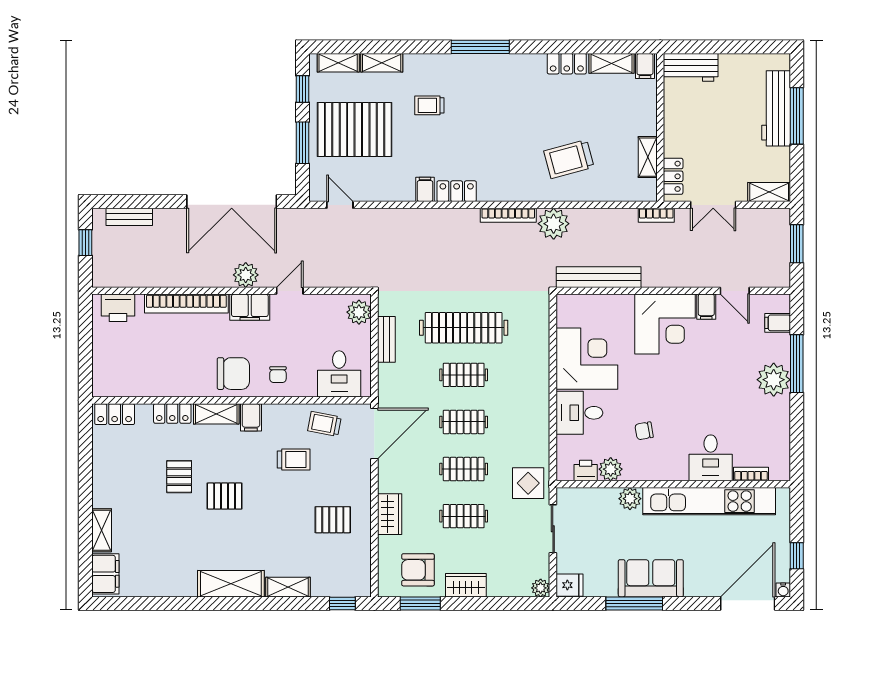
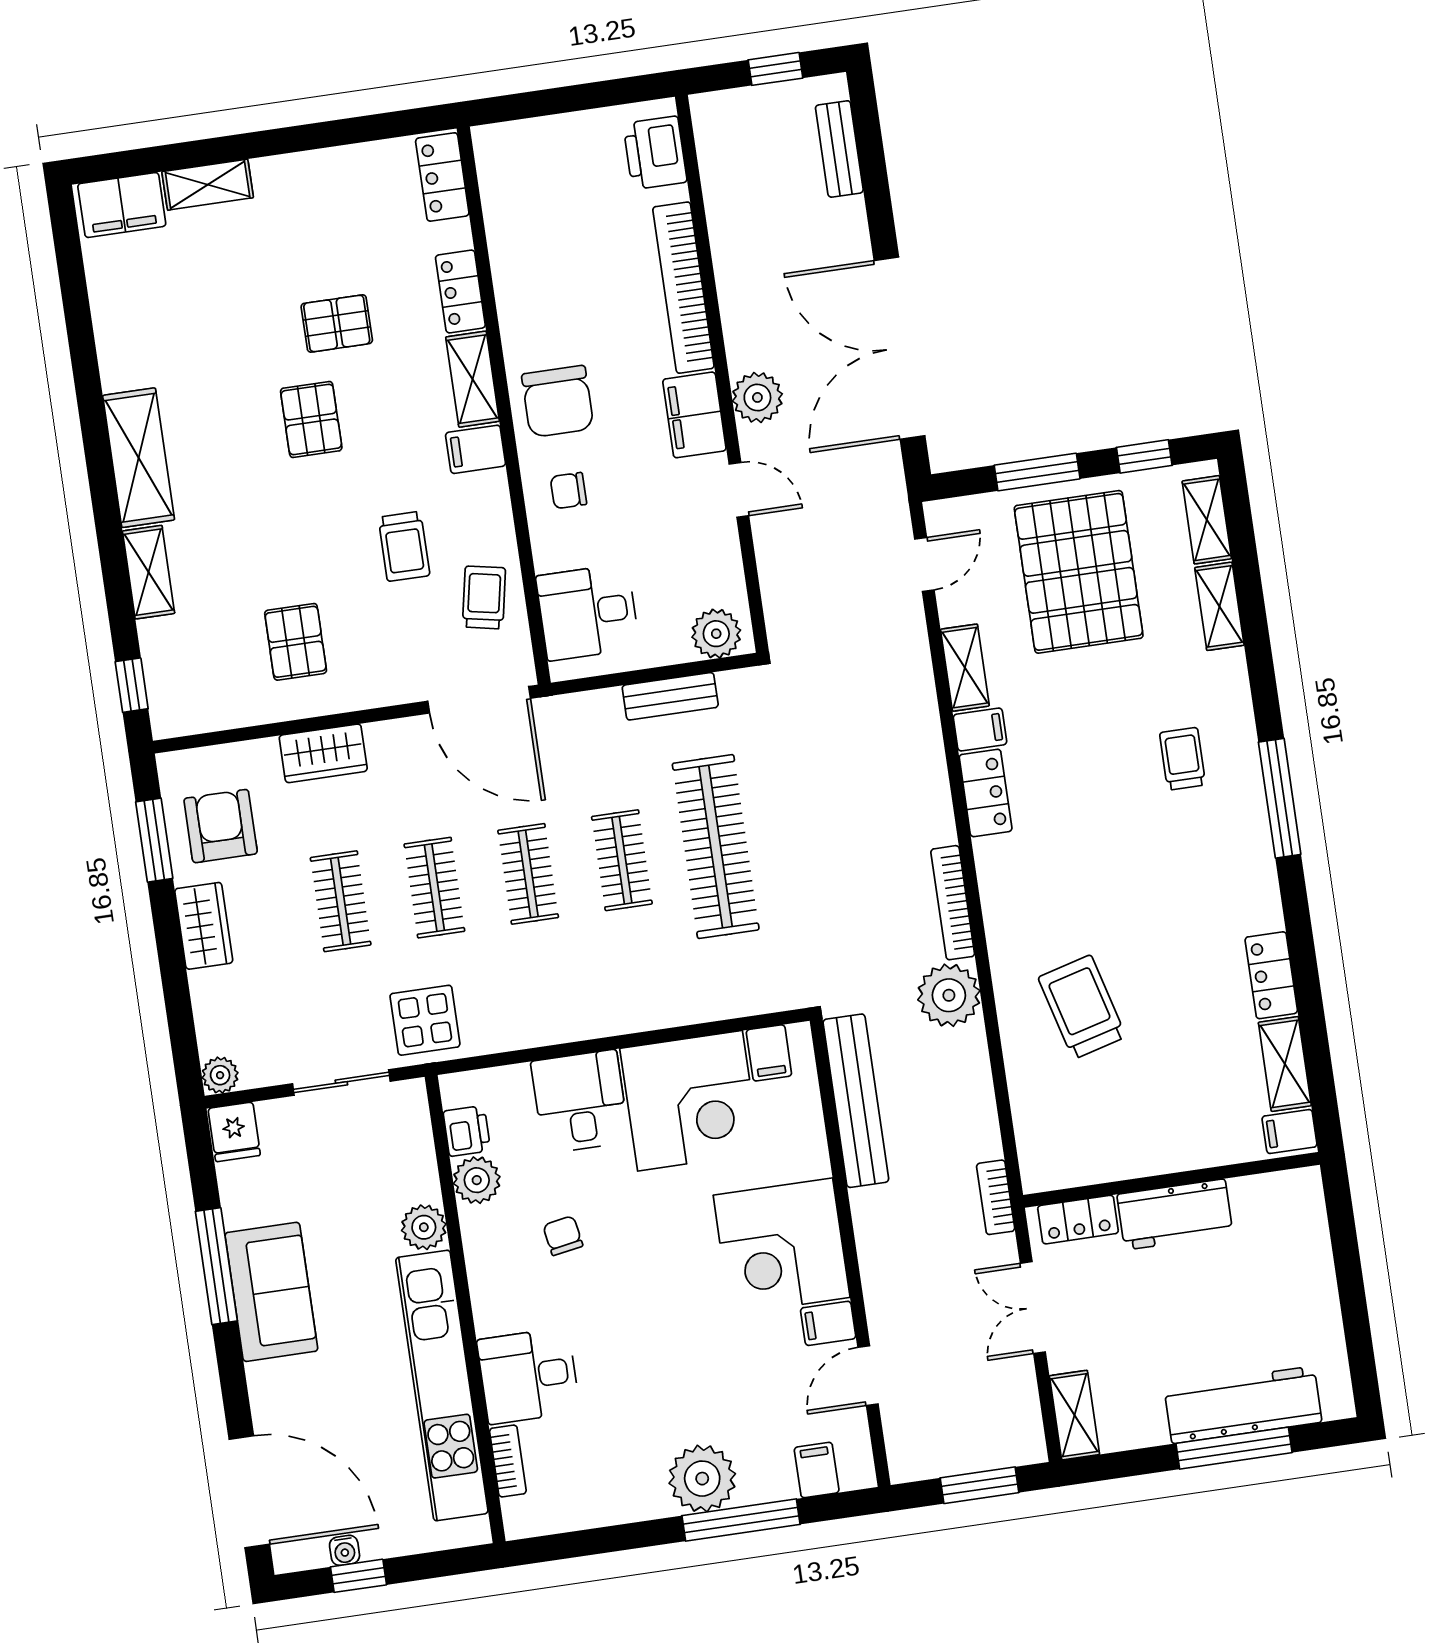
workbench: (691, 67) -> (1175, 1214), moved, turned -90
trolley: (429, 105) -> (1183, 759), moved
shelving: (648, 157) -> (965, 668), moved, turned 90
filing cabinet: (569, 316) -> (769, 1053), added
water cooler: (783, 590) -> (345, 1550), moved, turned -90

